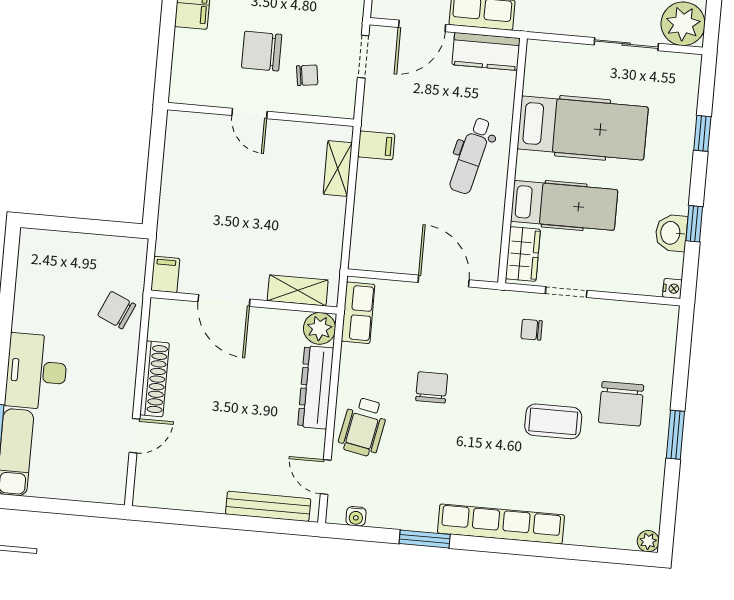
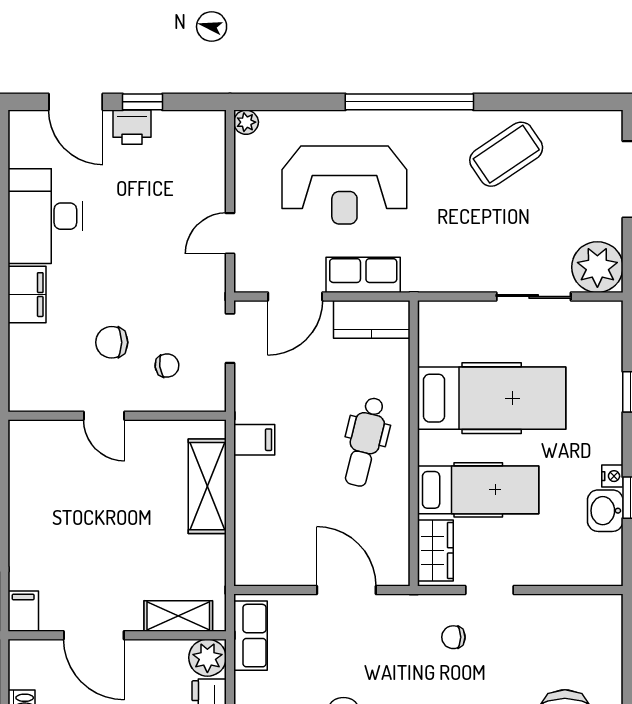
chair: (262, 51) -> (112, 342), width x0.73, depth x0.73
shelving: (338, 168) -> (207, 486), width x1.50, depth x1.33
nightstand: (672, 289) -> (612, 476), moved

